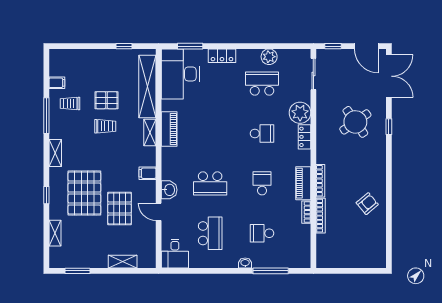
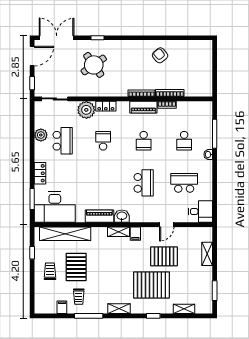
school desk: (262, 84) -> (63, 141), turned 180
pallet: (106, 100) -> (76, 267), width x1.50, depth x1.42
trolley: (105, 126) -> (50, 271), moved
shelving: (150, 133) -> (118, 232), moved
school desk: (262, 183) -> (144, 141), turned -90
washbasin: (169, 190) -> (122, 216), moved

